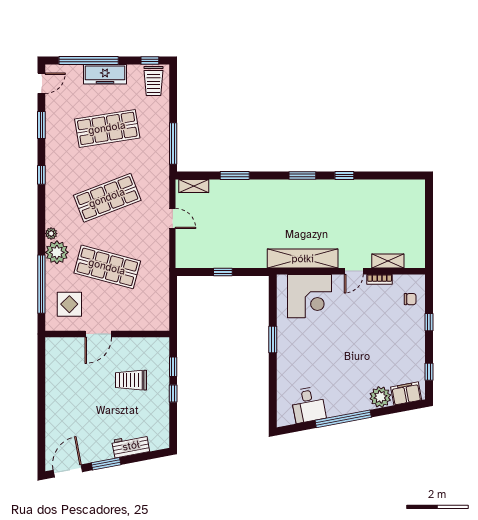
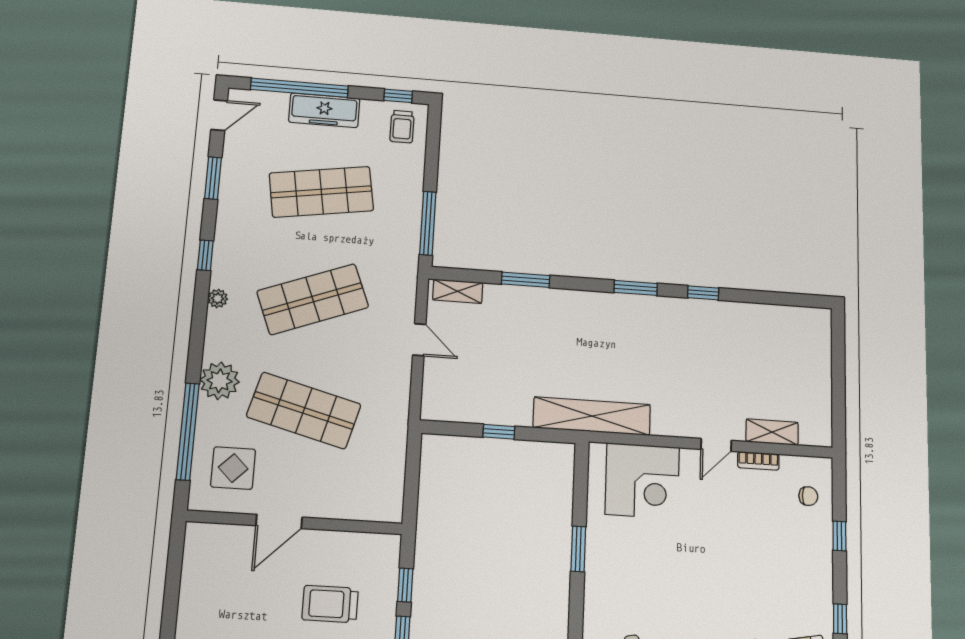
trolley: (154, 81) -> (402, 127), width x0.73, depth x0.72
plant: (51, 234) -> (218, 298), moved
shelving: (303, 259) -> (592, 416), moved

